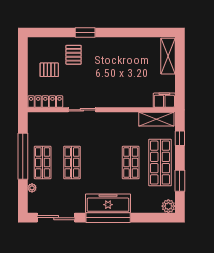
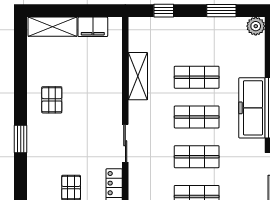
pallet: (74, 55) -> (52, 100), moved, turned 90
filing cabinet: (164, 100) -> (93, 27), moved, turned -90
shelving: (156, 119) -> (138, 76), moved
shop shelf: (160, 163) -> (197, 117), moved, width x0.70, depth x0.74

